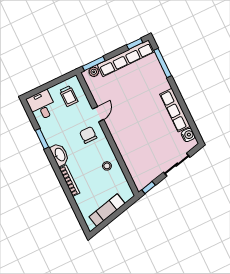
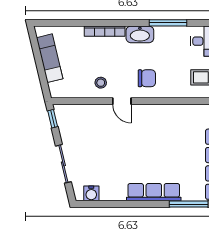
row of seats: (175, 110) -> (154, 192), moved
door: (98, 114) -> (122, 101), moved
window: (42, 139) -> (168, 23), width x1.44

